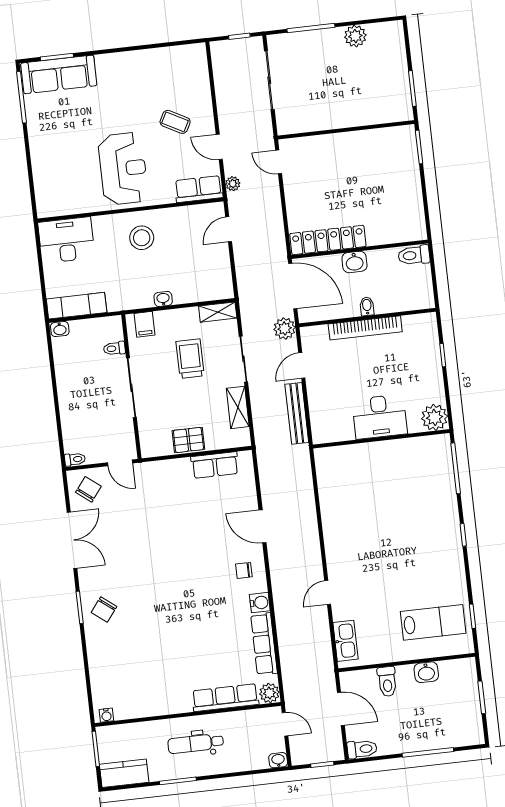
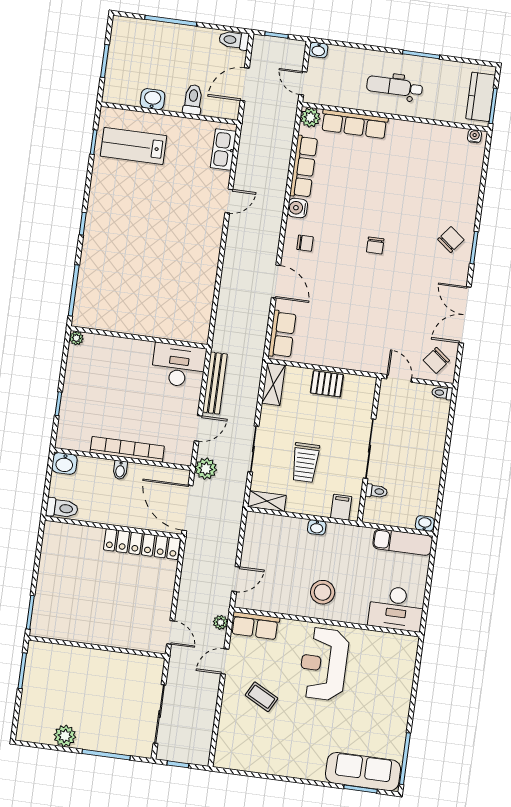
door: (219, 147) -> (225, 662), swing flipped
washbasin: (354, 262) -> (64, 463), moved, turned 180
shelving: (238, 407) -> (273, 384), moved
desk: (380, 417) -> (179, 365), moved
plant: (435, 417) -> (76, 338), width x0.53, depth x0.53
row of seats: (215, 465) -> (282, 334), moved, turned 90
chair: (176, 585) -> (375, 245), added
door: (341, 709) -> (245, 84), hinge flipped
dental chair: (196, 743) -> (395, 87), turned 180
kitchen counter: (124, 773) -> (481, 97), moved, turned 90

